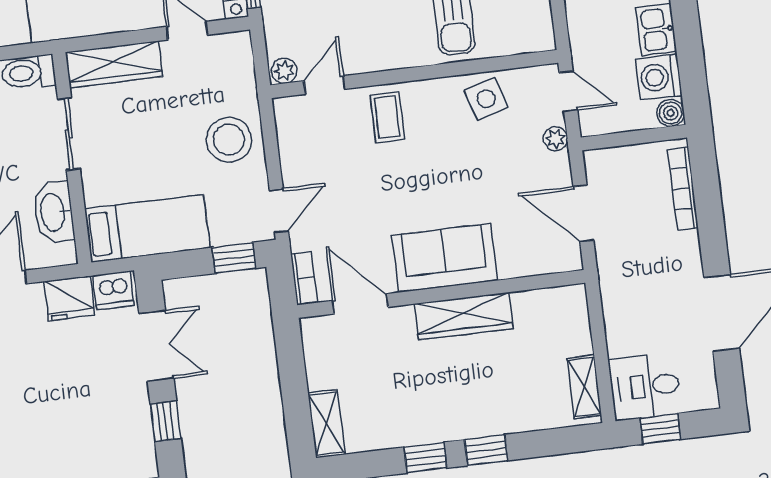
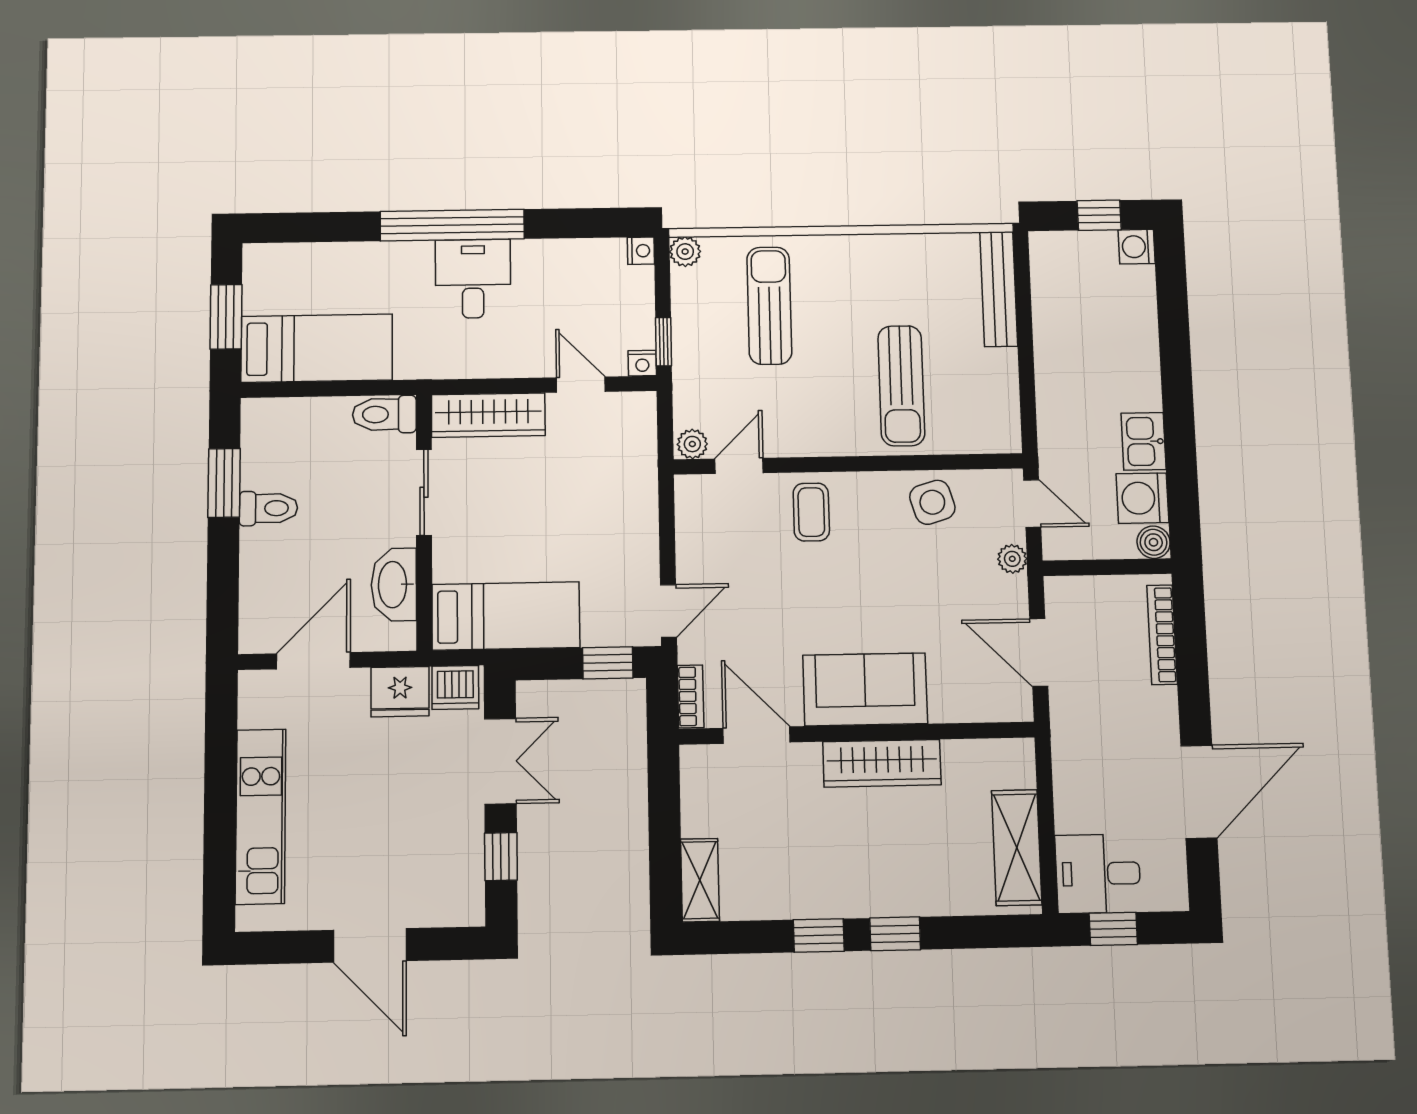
stool: (229, 140) -> (617, 519), removed
shelving: (584, 387) -> (1017, 847), width x1.50, depth x1.33

